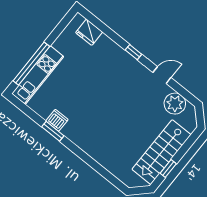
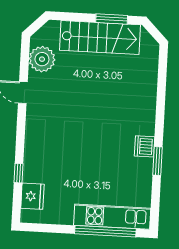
window: (133, 52) -> (18, 173), moved
dishwasher: (57, 120) -> (145, 146), moved
window: (168, 169) -> (112, 19), width x1.50

